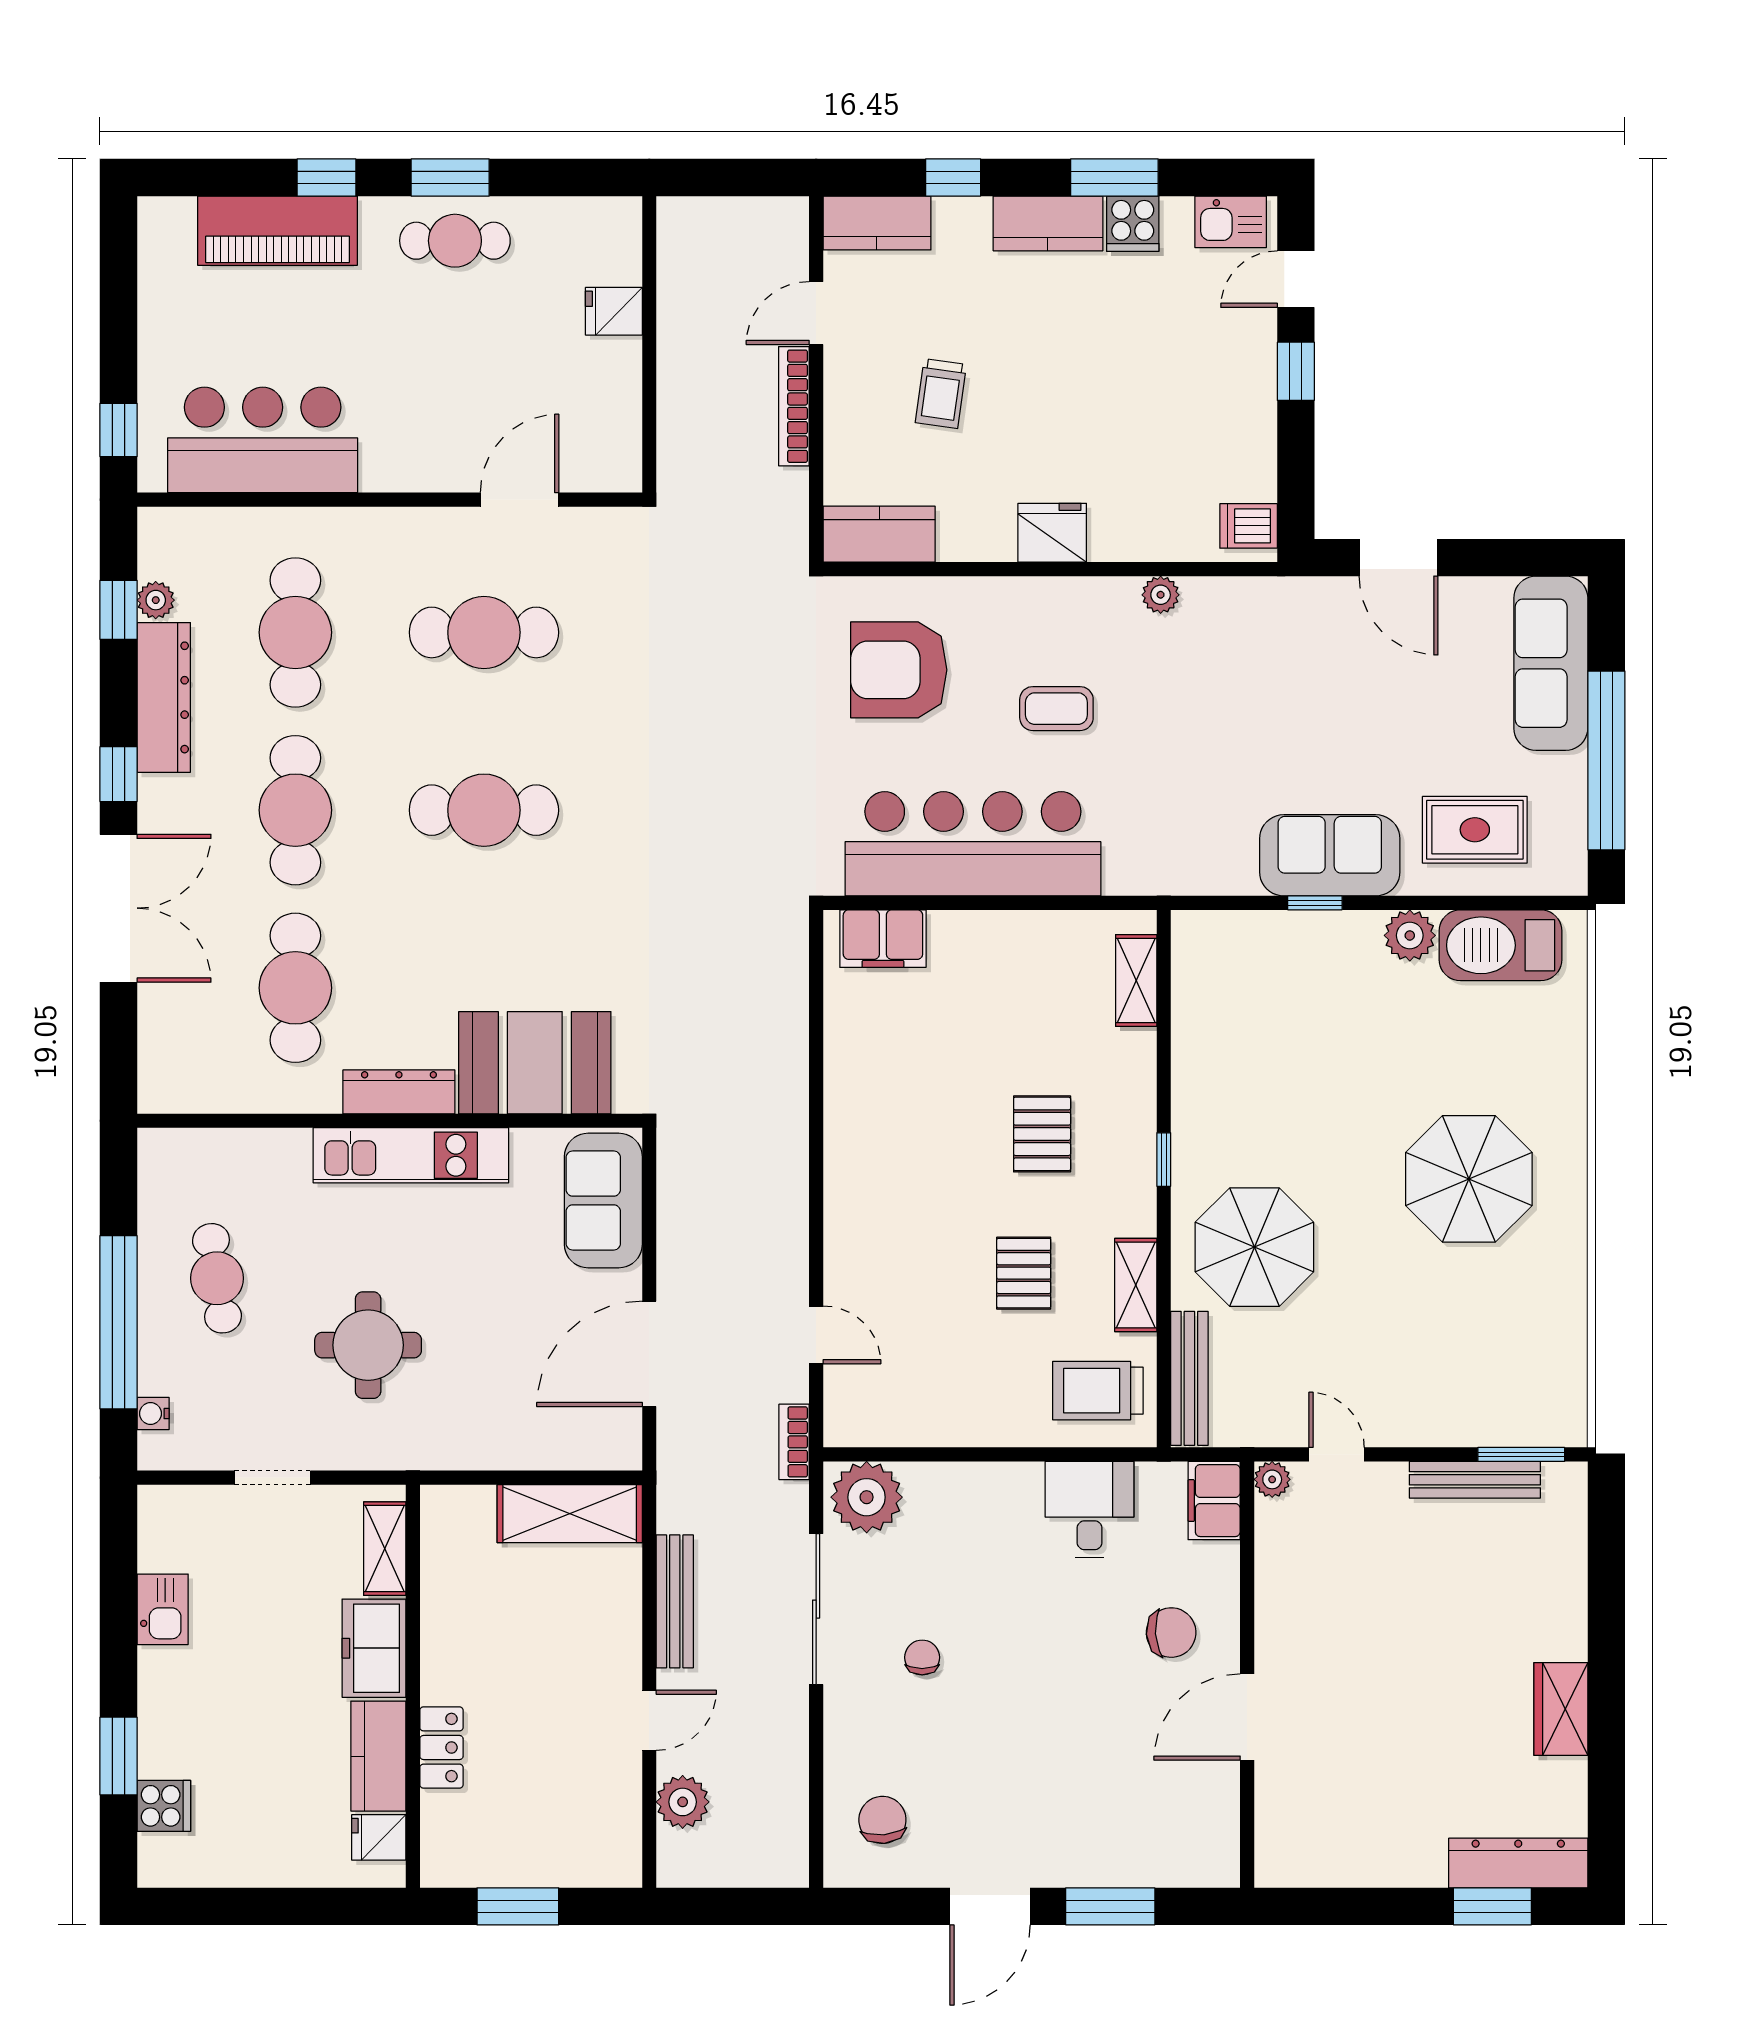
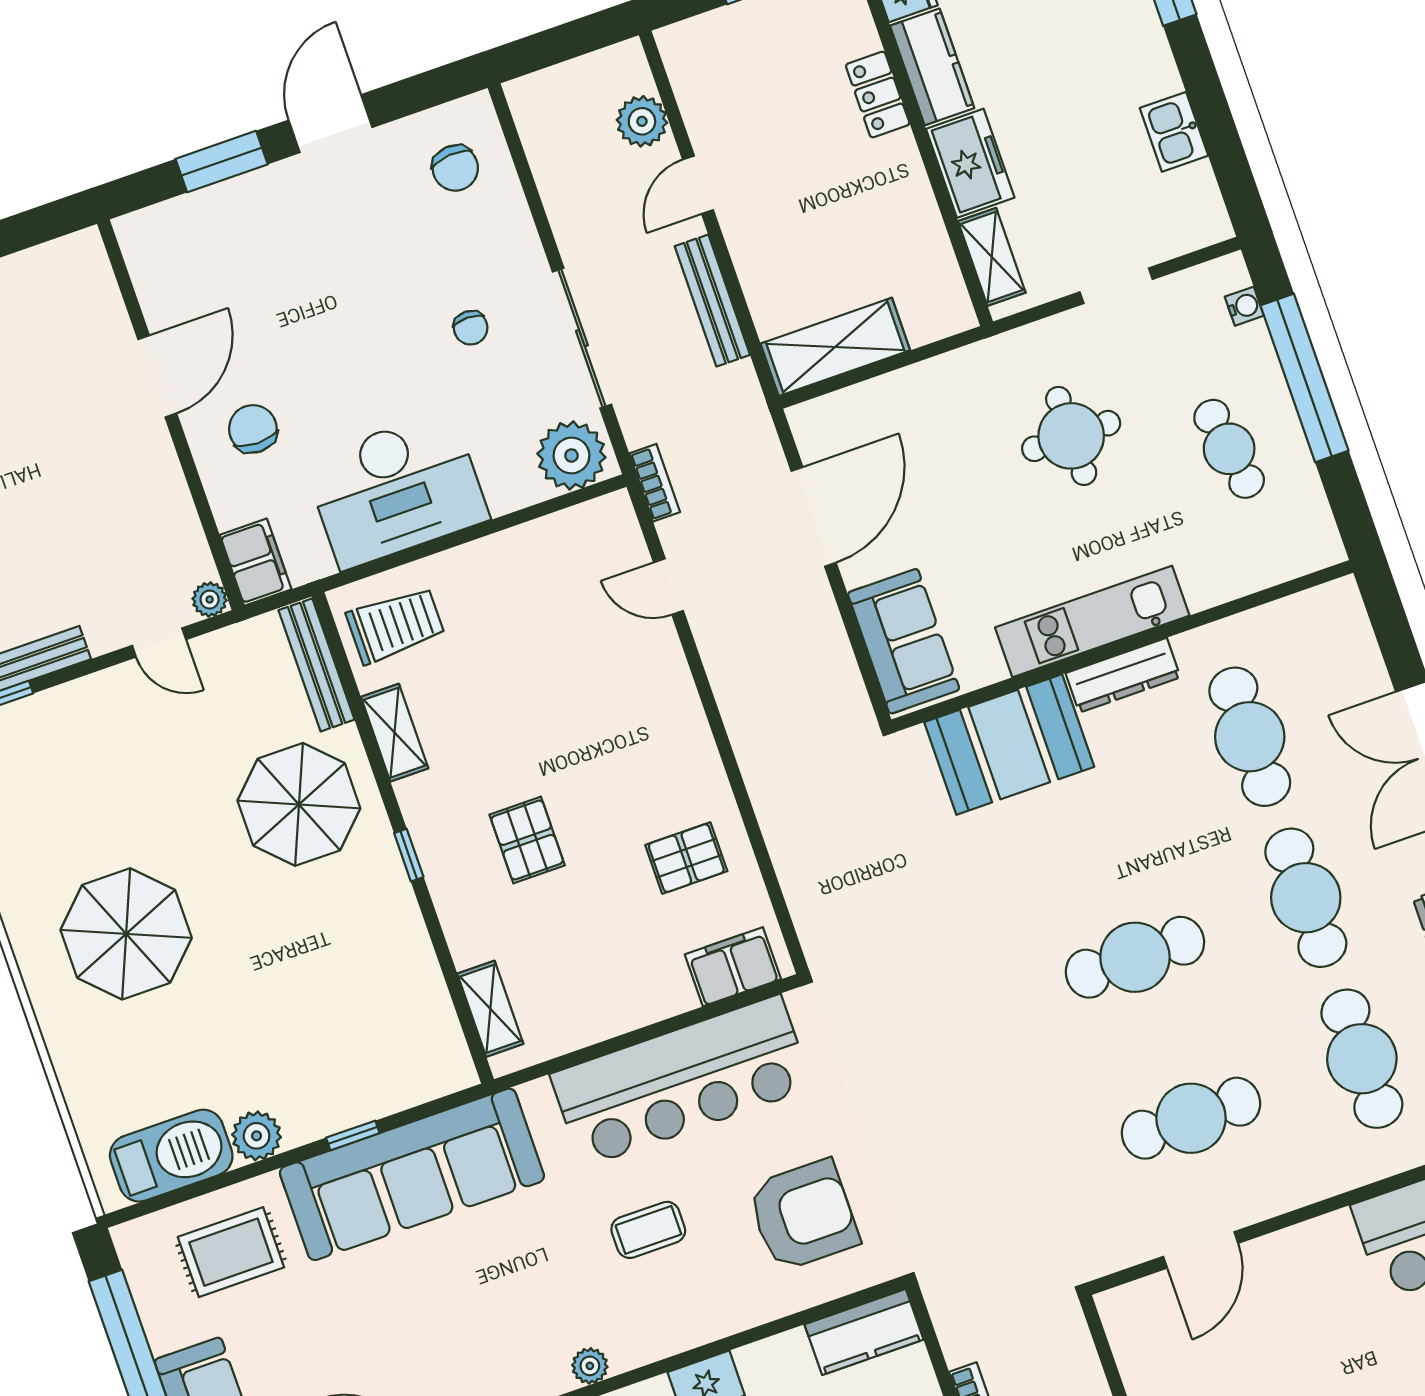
sofa: (1330, 855) -> (412, 1174), width x1.85, depth x1.27
pallet: (1024, 1273) -> (686, 858), moved, turned 90
desk: (1090, 1509) -> (396, 490), width x1.87, depth x1.30
chair: (1171, 1633) -> (253, 429), turned 94

